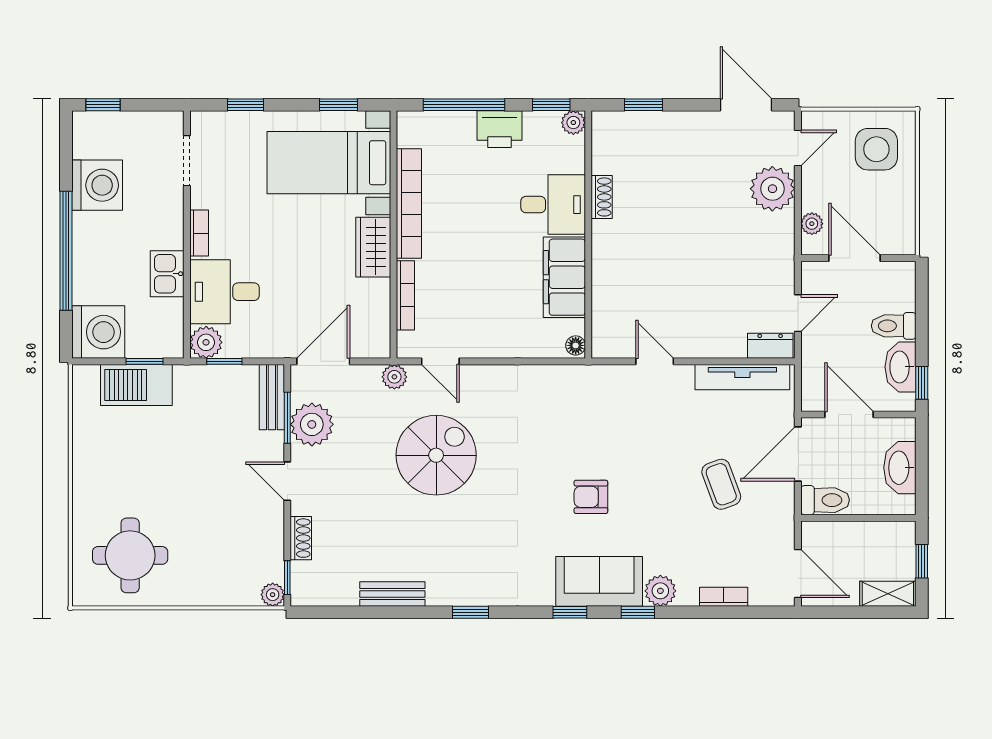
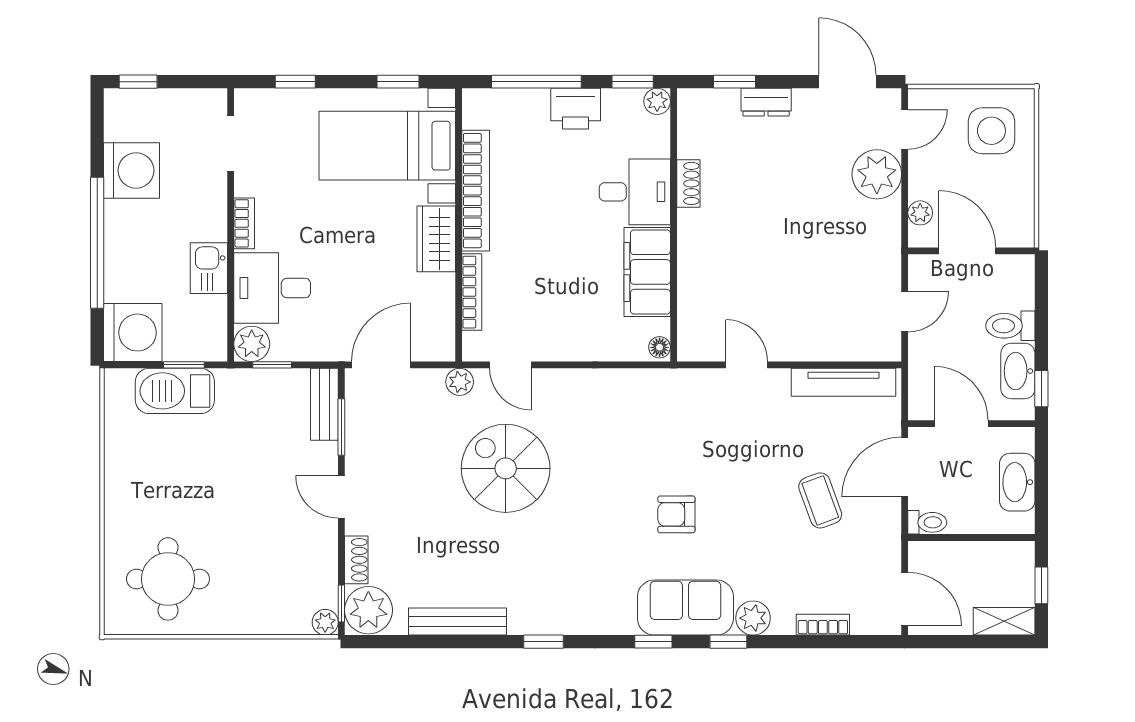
dresser: (770, 346) -> (766, 102), moved, turned 180
plant: (312, 424) -> (368, 610), moved
spiral stairs: (436, 455) -> (506, 468), turned -90
toilet: (825, 500) -> (927, 522), width x0.73, depth x0.72
bench: (392, 594) -> (457, 621), width x1.36

